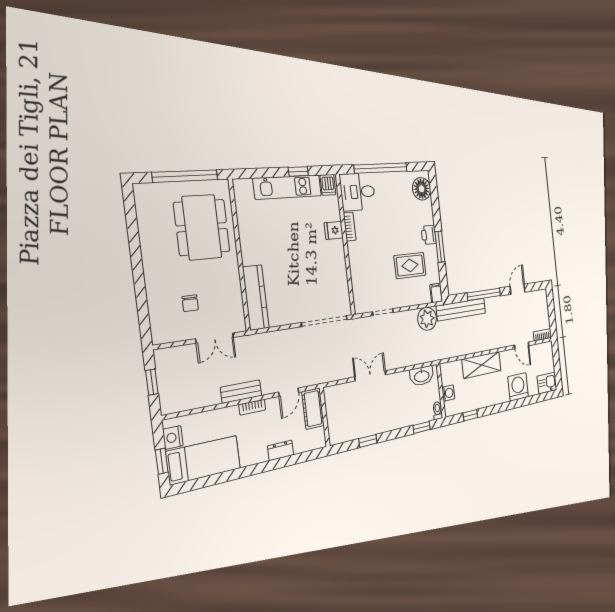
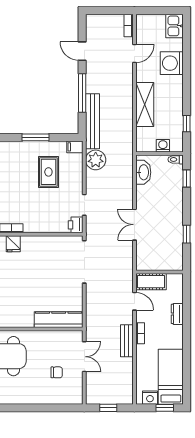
printer: (429, 235) -> (76, 225), moved, turned 90

